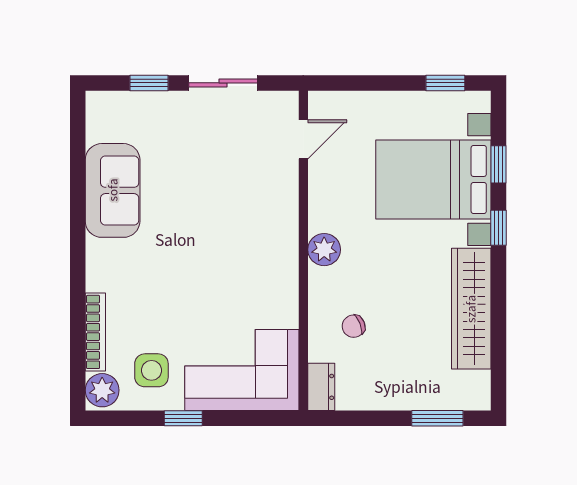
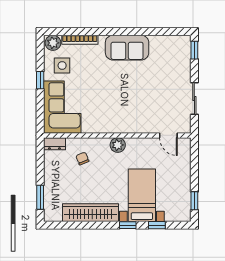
window: (149, 83) -> (194, 50), moved
bed with nightstands: (433, 179) -> (142, 195), width x0.73
sofa: (113, 190) -> (127, 48), moved

